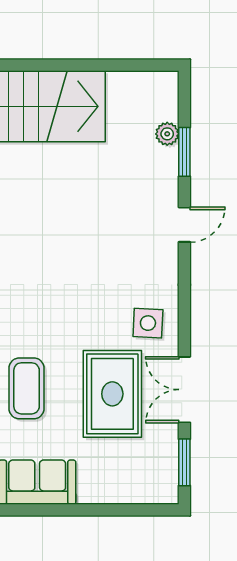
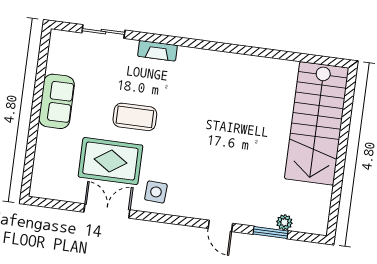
coffee table: (27, 388) -> (135, 117), moved
window: (184, 462) -> (57, 204), removed

